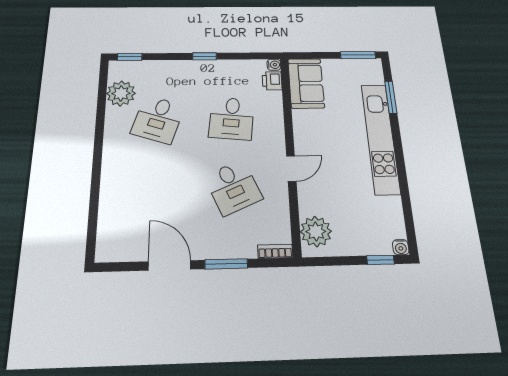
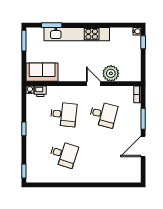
plant: (121, 93) -> (47, 175), removed
desk: (233, 187) -> (103, 114), turned 39
plant: (316, 232) -> (111, 73), moved

